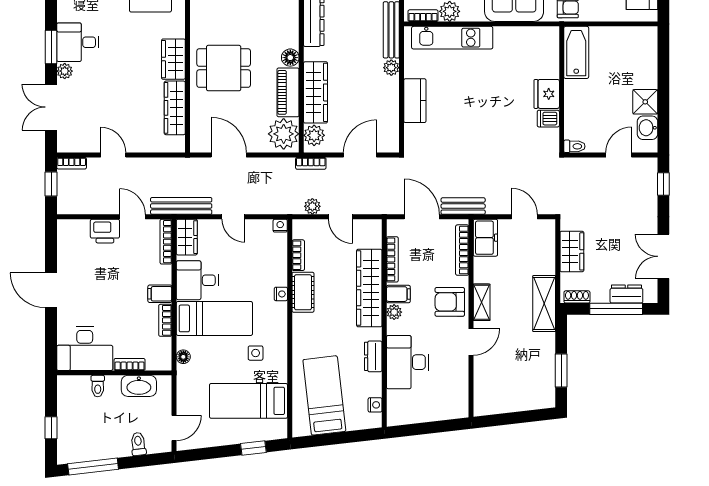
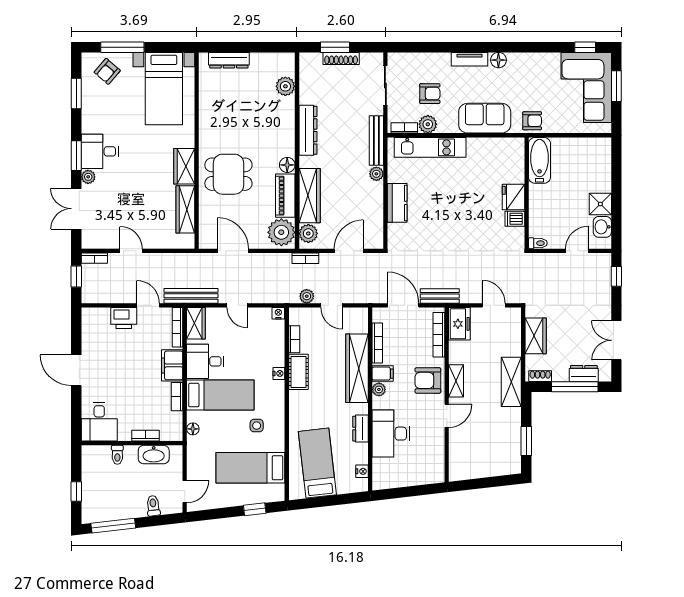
filing cabinet: (160, 294) -> (172, 365), width x2.00
desk: (85, 349) -> (99, 422), width x0.73

